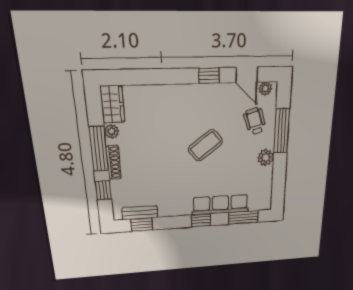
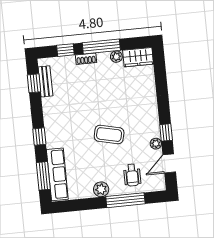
plant: (265, 89) -> (156, 144), moved
wheelchair: (255, 121) -> (132, 175), turned 107
coffee table: (205, 145) -> (109, 135), turned -40
shoe rack: (114, 162) -> (86, 59), width x0.70
row of seats: (221, 205) -> (57, 174), moved

